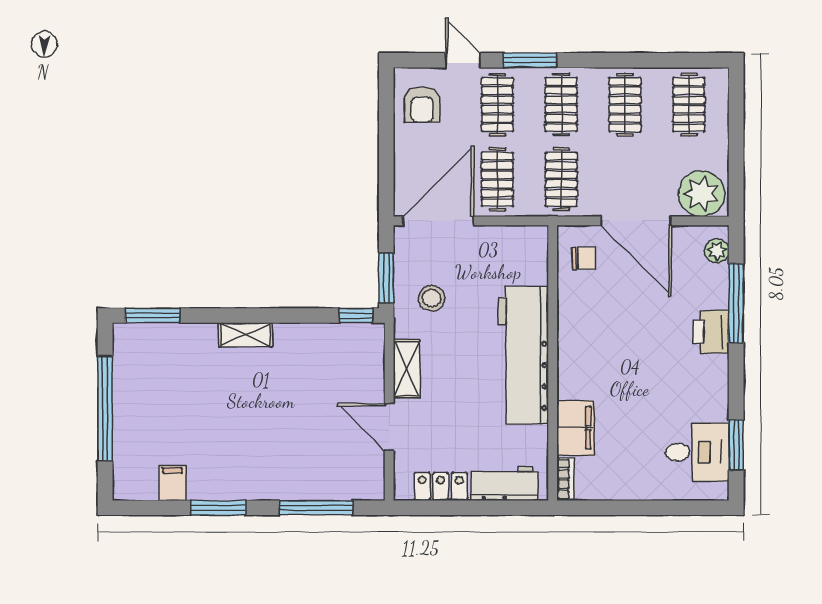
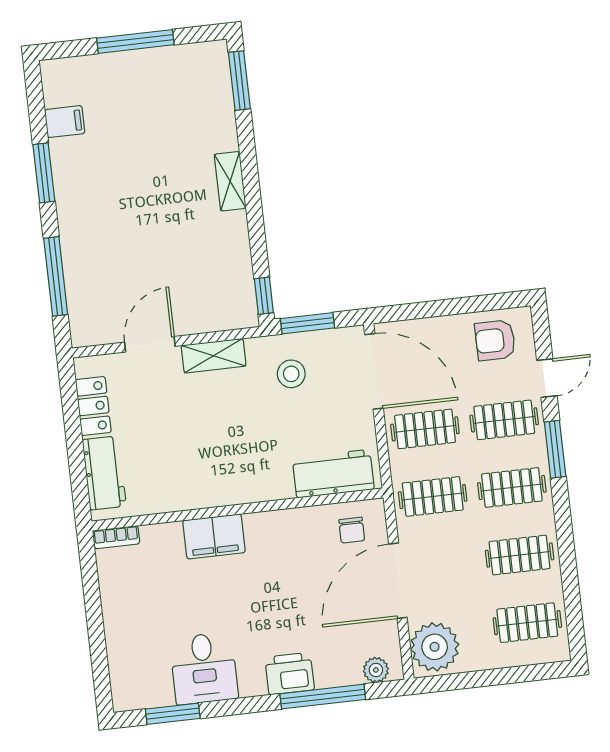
workbench: (523, 355) -> (333, 474), moved, width x0.53, depth x0.76
window: (105, 408) -> (135, 41), width x0.68
filing cabinet: (575, 428) -> (214, 537), moved
desk: (697, 452) -> (204, 668), moved

